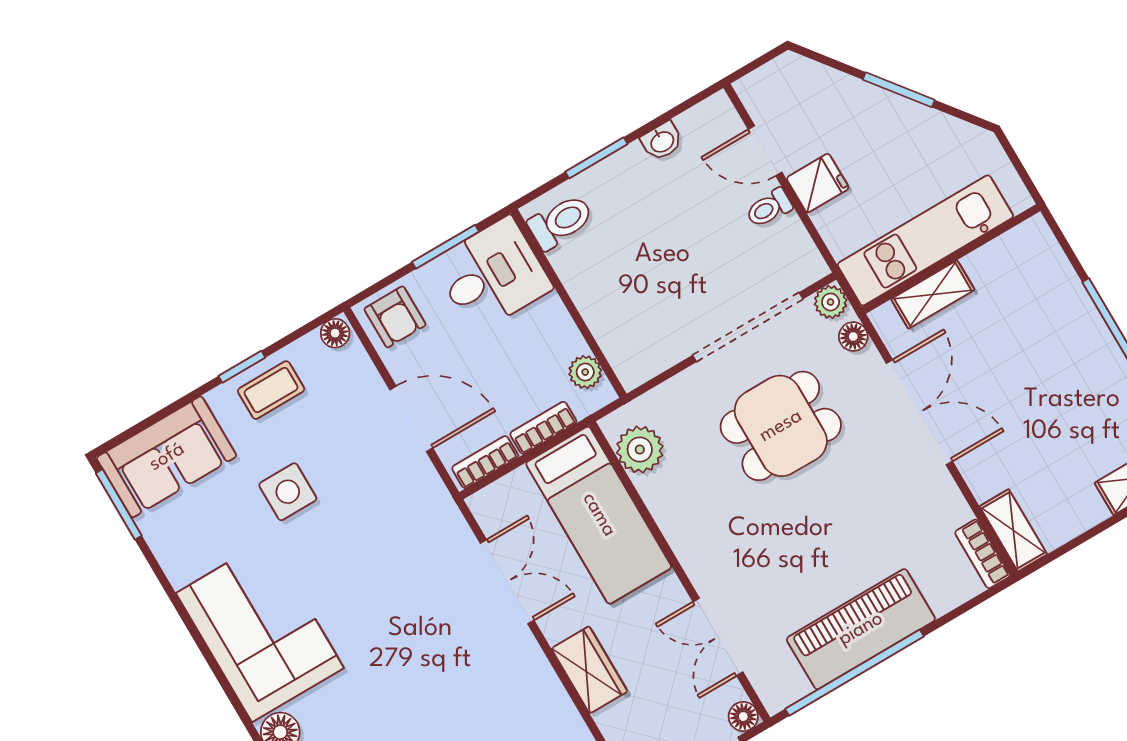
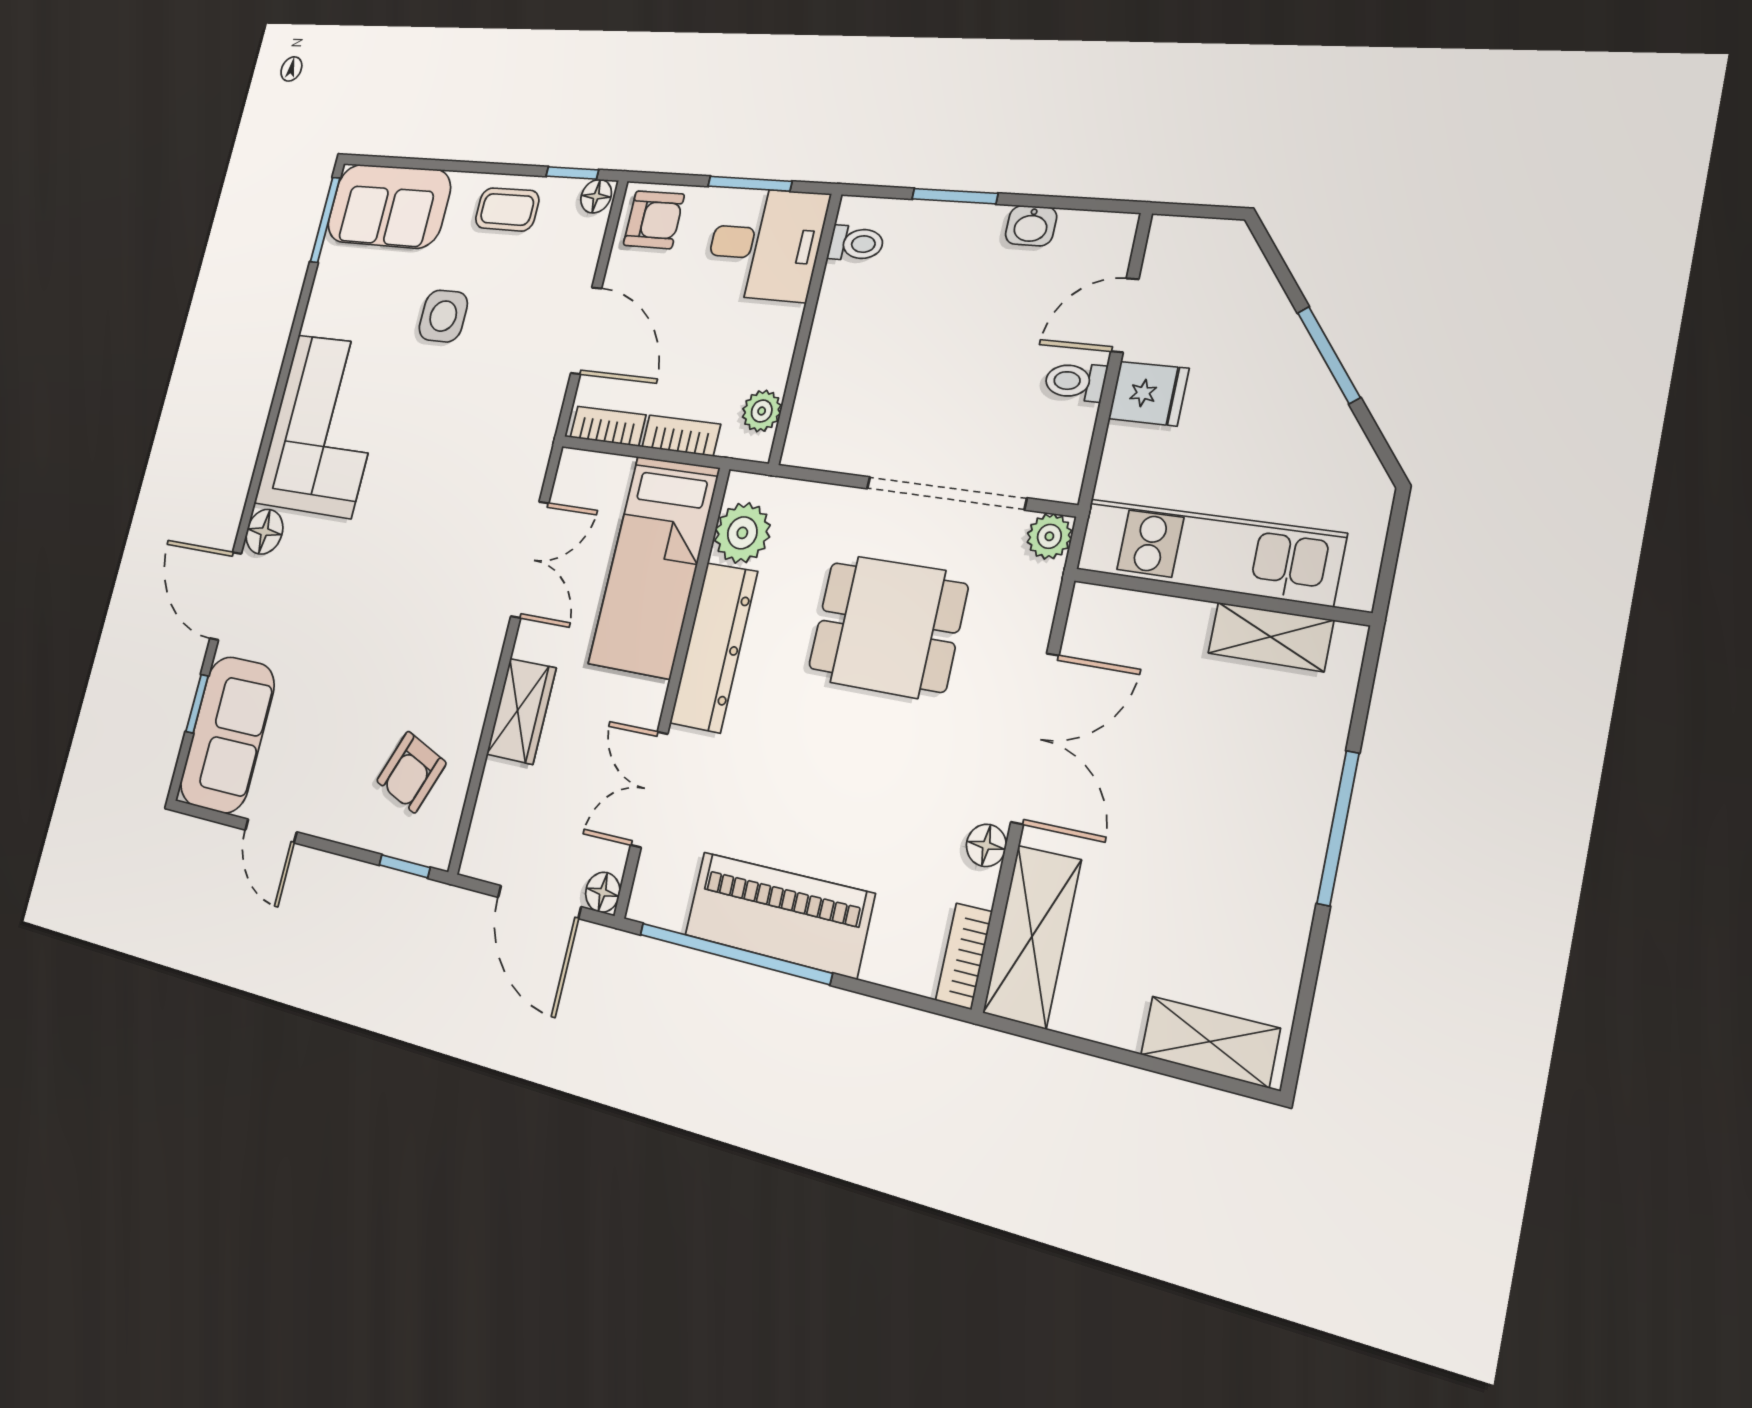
door: (765, 151) -> (1125, 315), hinge flipped
toilet: (561, 222) -> (856, 244), width x0.73, depth x0.72
shelving: (933, 294) -> (1270, 637), moved
armchair: (395, 317) -> (654, 220), turned -90
floor lamp: (853, 337) -> (986, 845), moved
window: (242, 367) -> (572, 173), moved
dresser: (683, 526) -> (714, 647), added
shelving: (1013, 530) -> (1032, 936), width x1.50, depth x1.33

